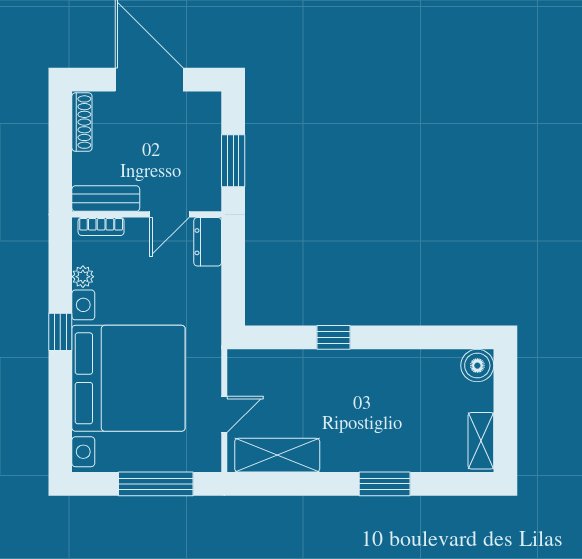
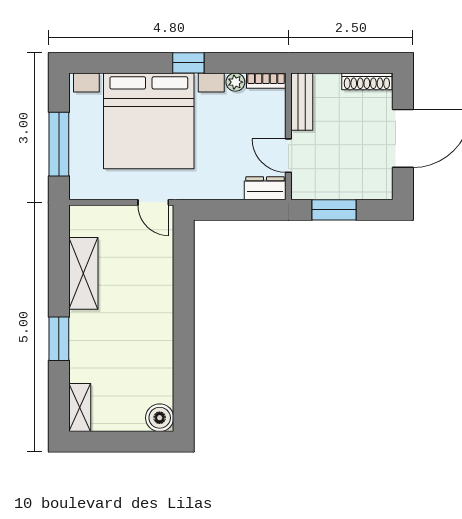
bookcase: (101, 226) -> (266, 81), moved, turned -90
window: (333, 337) -> (184, 295), removed
door: (224, 414) -> (153, 202), moved
shelving: (481, 441) -> (80, 408), moved, turned 90
shelving: (277, 455) -> (83, 273), moved

